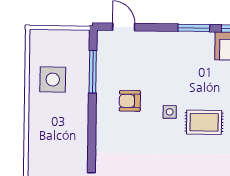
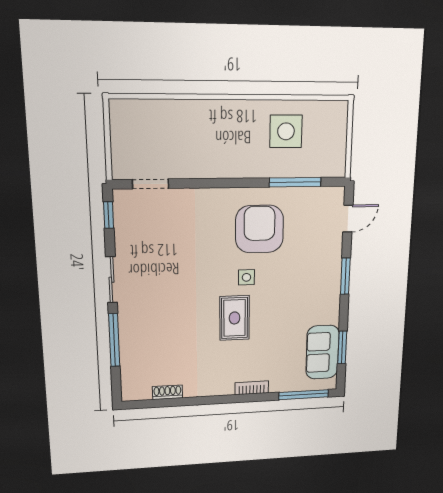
window: (194, 28) -> (345, 276), moved
armchair: (130, 101) -> (259, 229), width x1.88, depth x1.88

